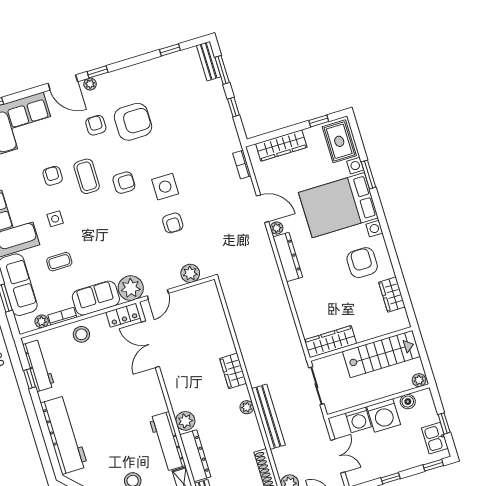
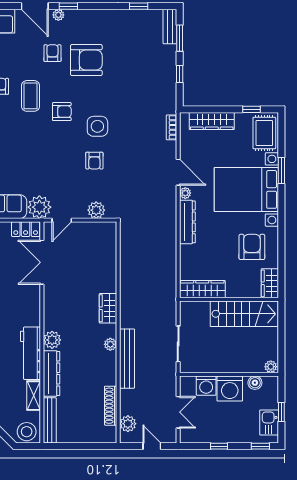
wardrobe: (330, 342) -> (202, 289), moved
wall: (361, 344) -> (229, 299), moved
stairs: (381, 354) -> (244, 314), moved

